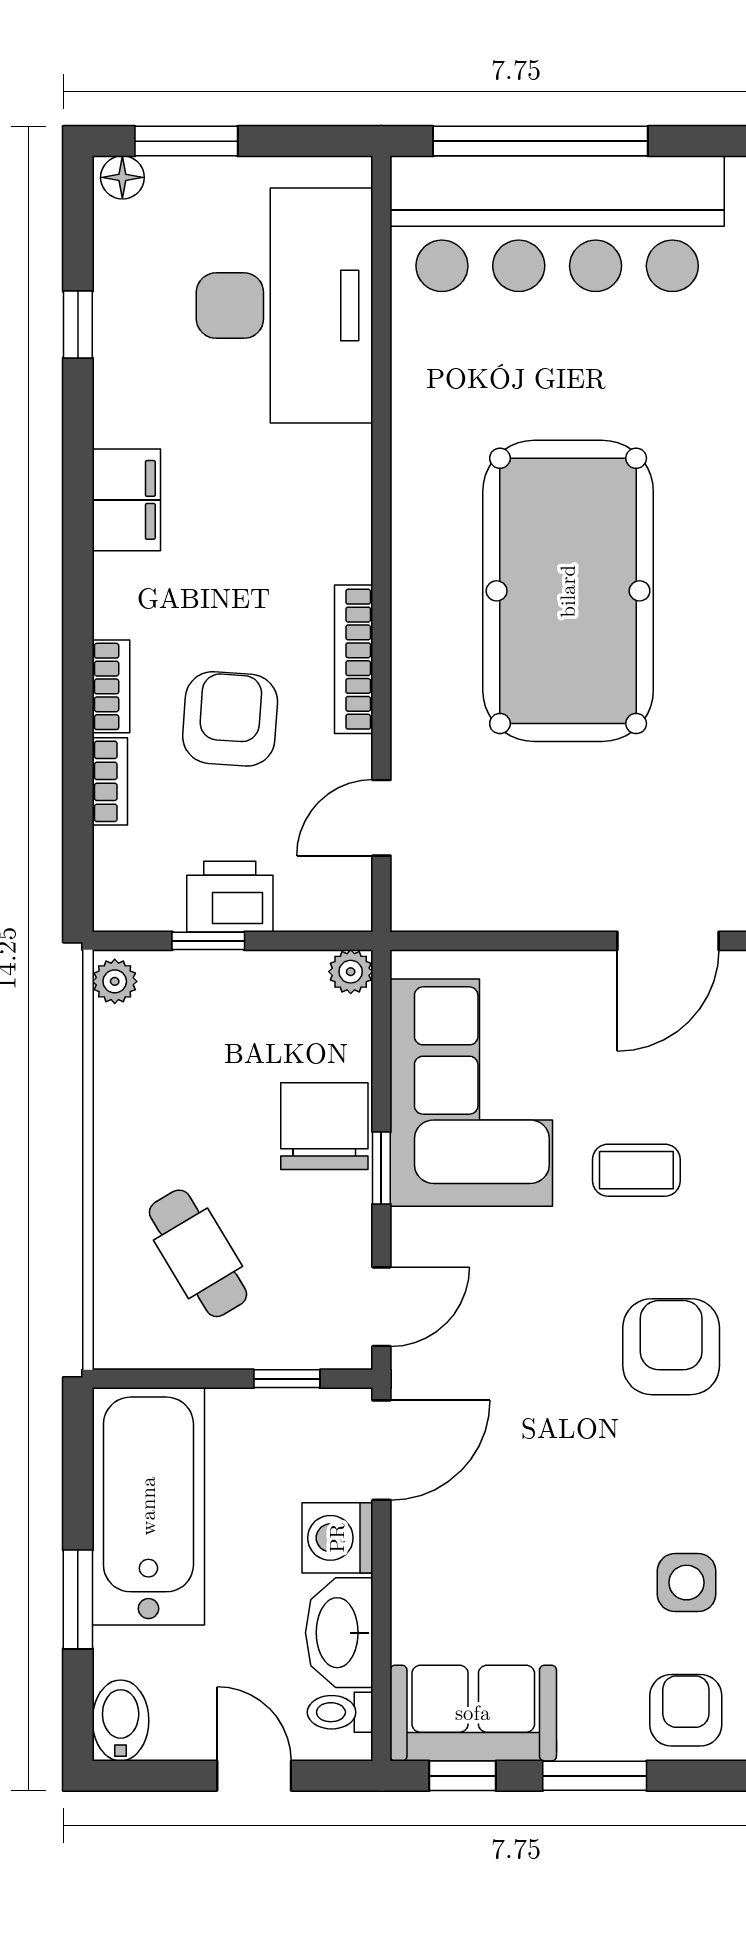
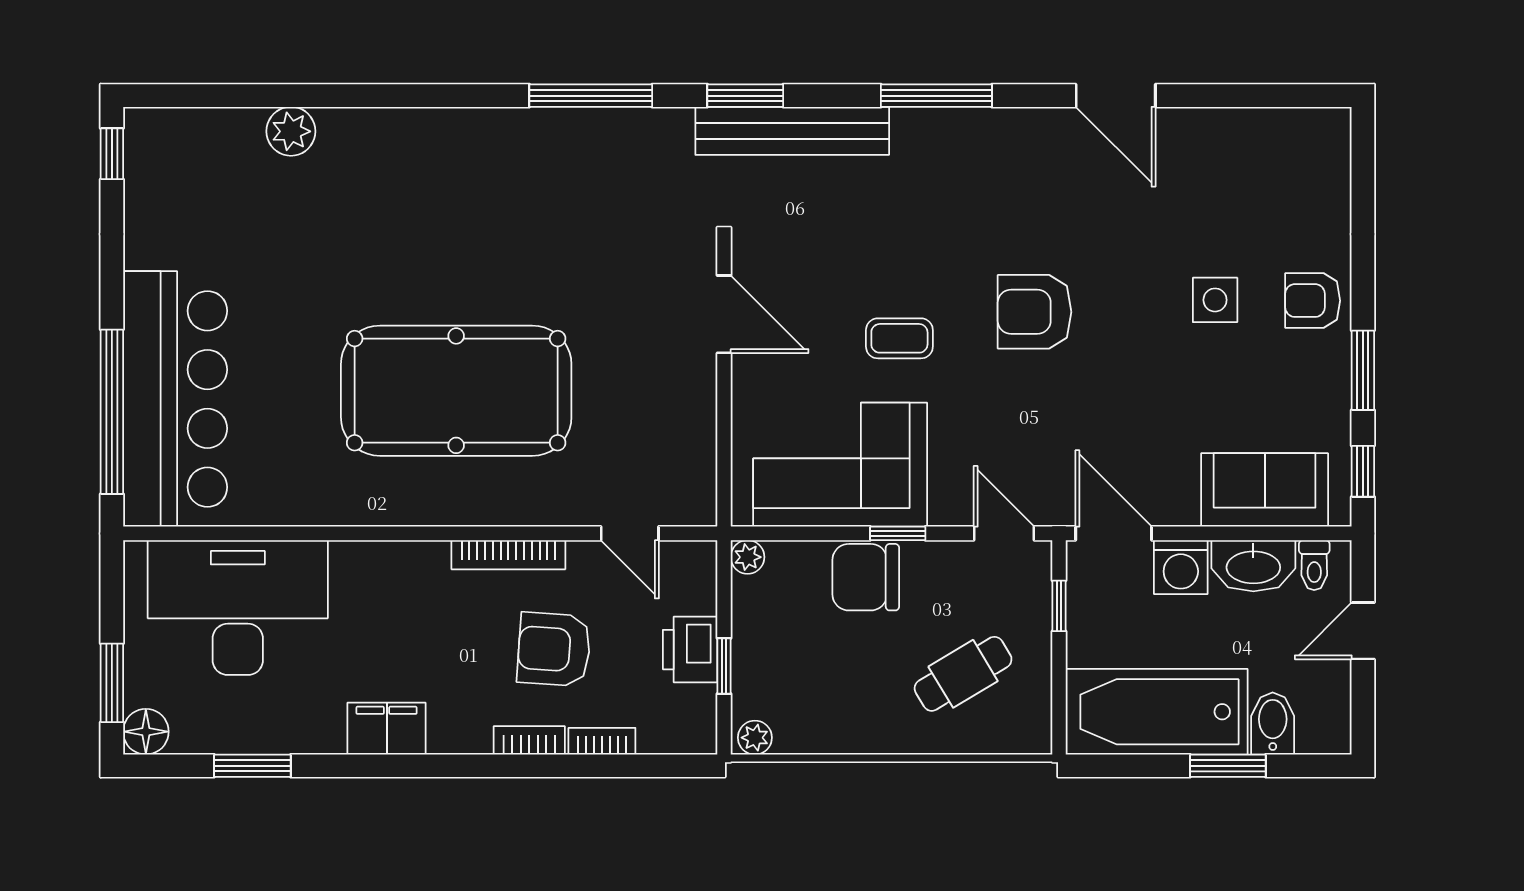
floor lamp: (122, 177) -> (146, 732), width x1.37, depth x1.37
window: (78, 325) -> (252, 766), width x1.50
coffee table: (636, 1170) -> (899, 338), turned 90
sofa: (473, 1713) -> (1265, 490), moved, turned 90
bidet: (121, 1720) -> (1273, 723), moved, turned 90

